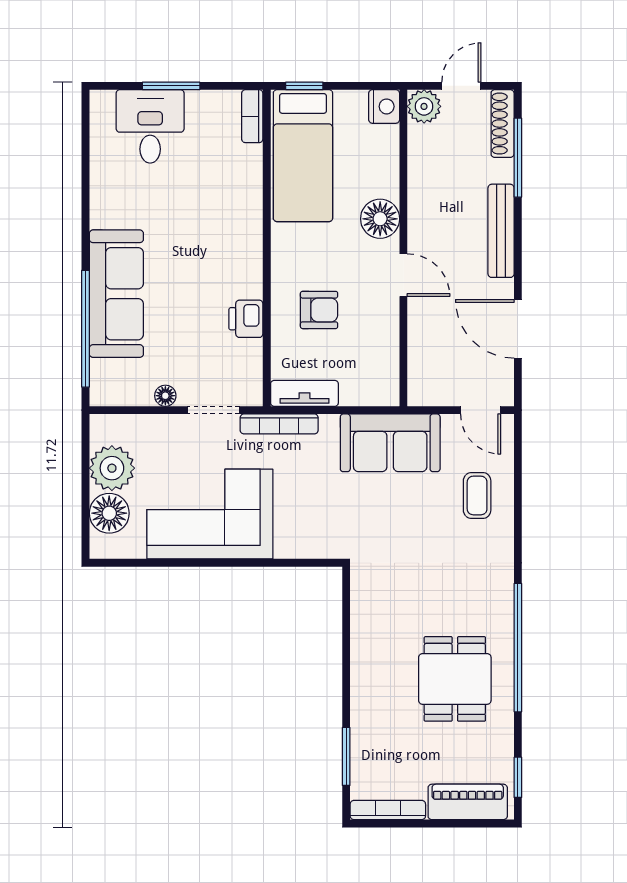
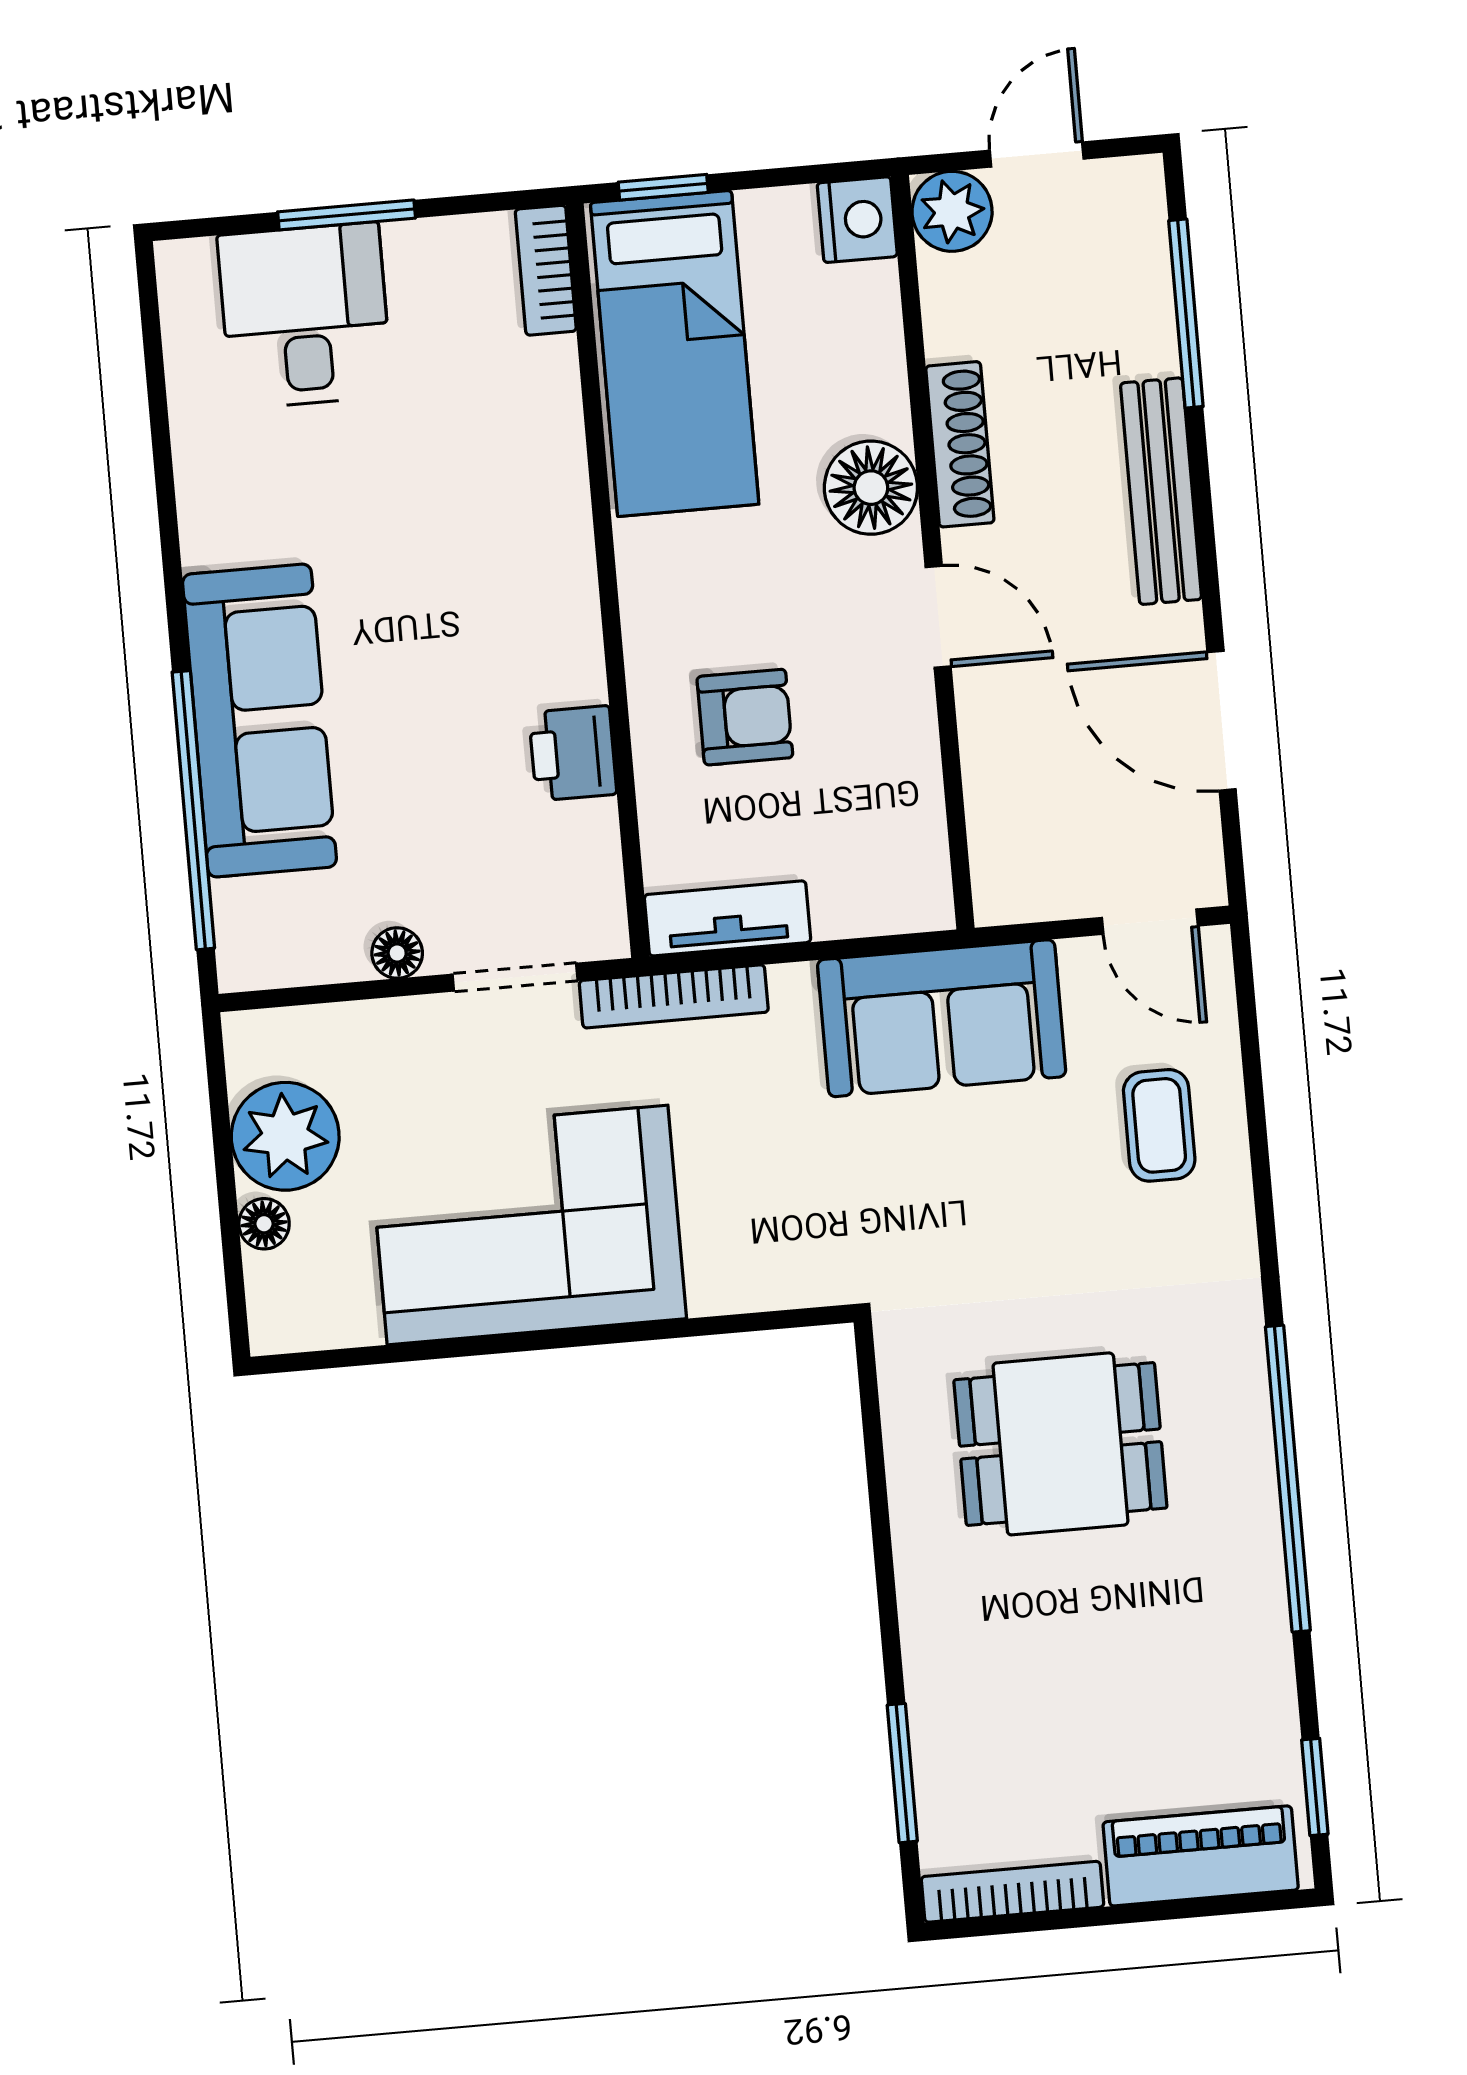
shoe rack: (503, 124) -> (960, 444), moved, turned 180
floor lamp: (109, 513) -> (264, 1224), width x0.53, depth x0.53
dining table: (455, 679) -> (1060, 1444), moved, turned 90

